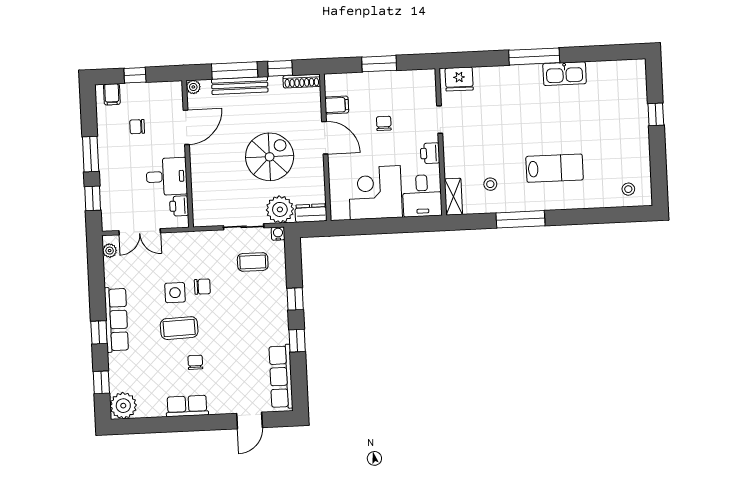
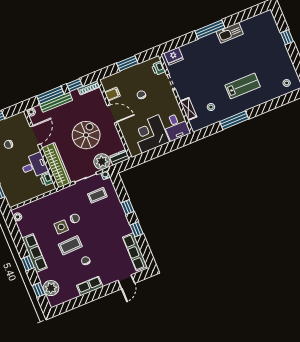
printer: (430, 153) -> (158, 68), moved
wardrobe: (203, 189) -> (56, 165), added
shelving: (453, 197) -> (188, 109), moved
double door: (140, 232) -> (30, 201), removed
plant: (123, 406) -> (51, 288), moved

